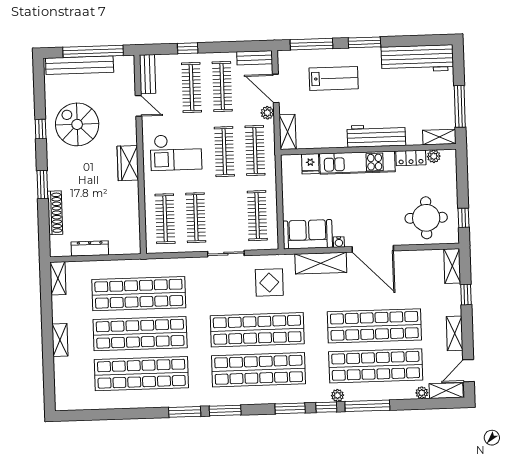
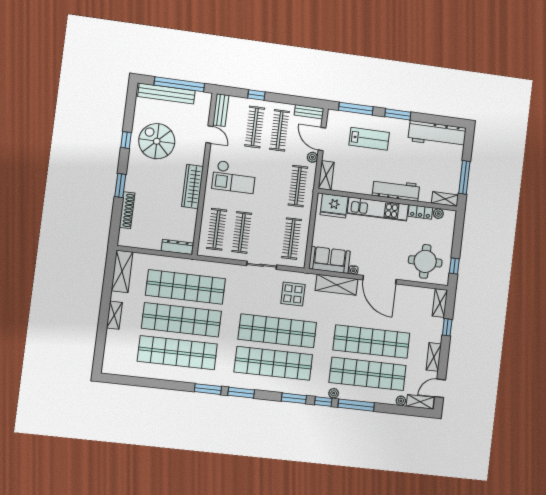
clothes rail: (224, 152) -> (273, 183), removed
wardrobe: (128, 163) -> (193, 186), width x1.50
fridge: (310, 164) -> (334, 206), width x1.88, depth x1.34
dresser: (90, 248) -> (177, 247), moved
shelving: (58, 278) -> (122, 271), width x1.50, depth x1.33

